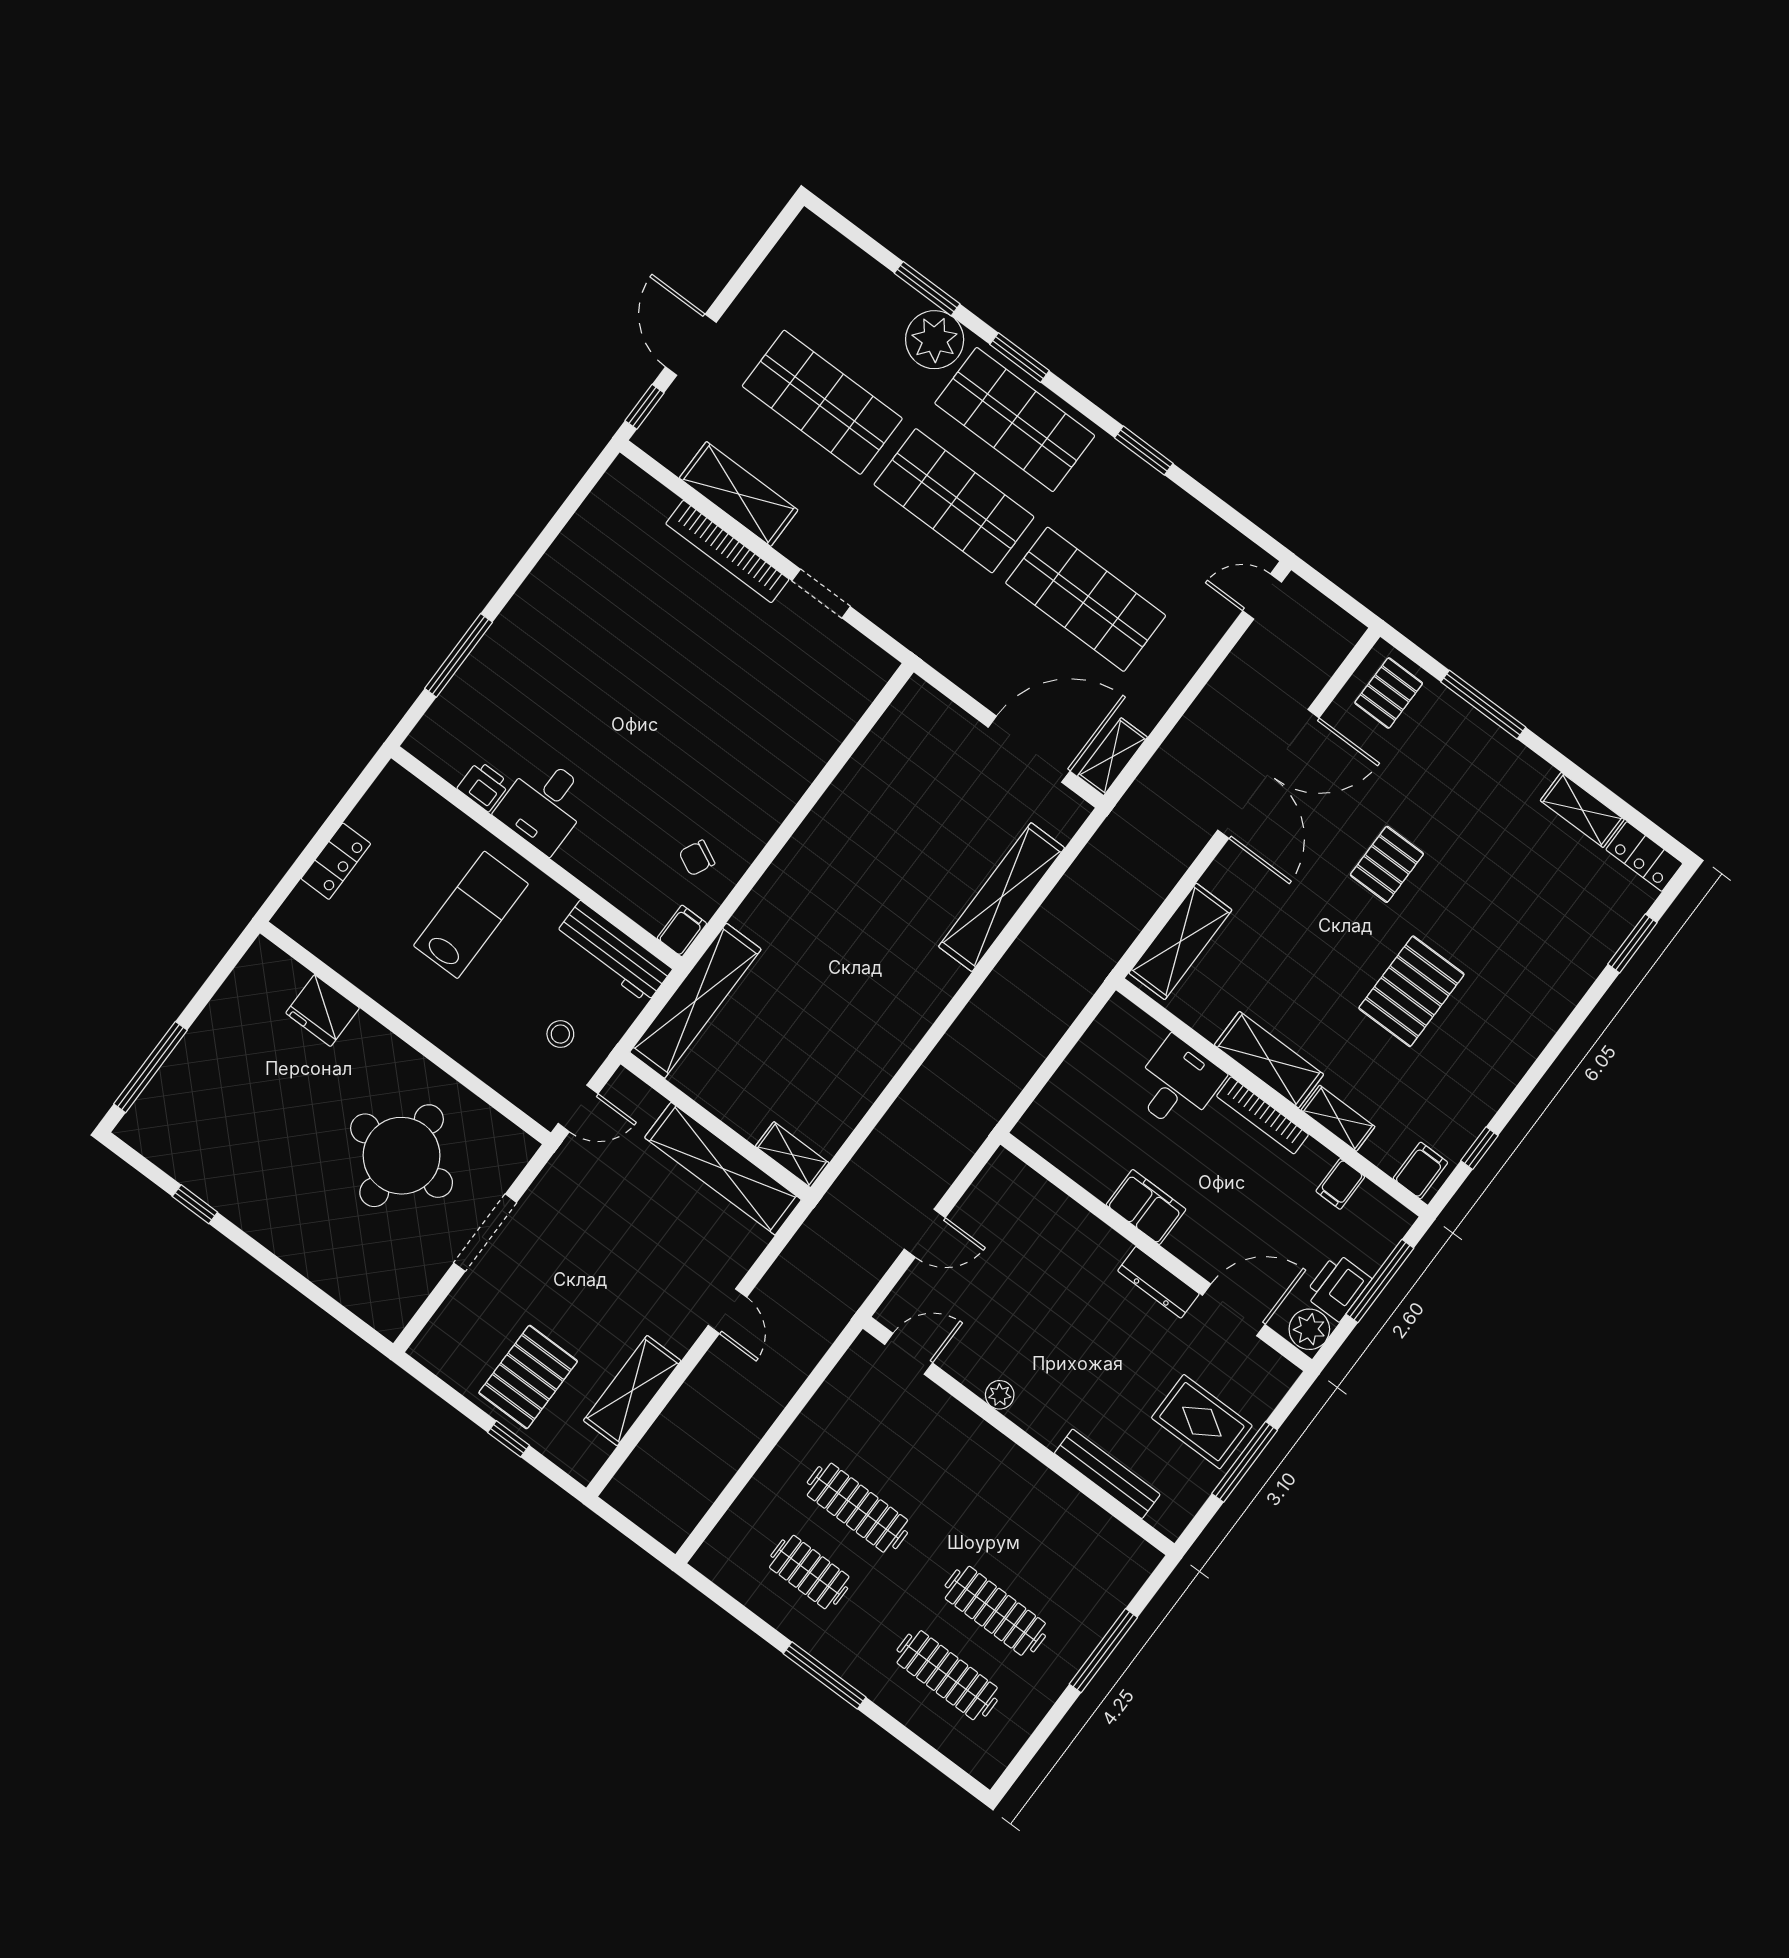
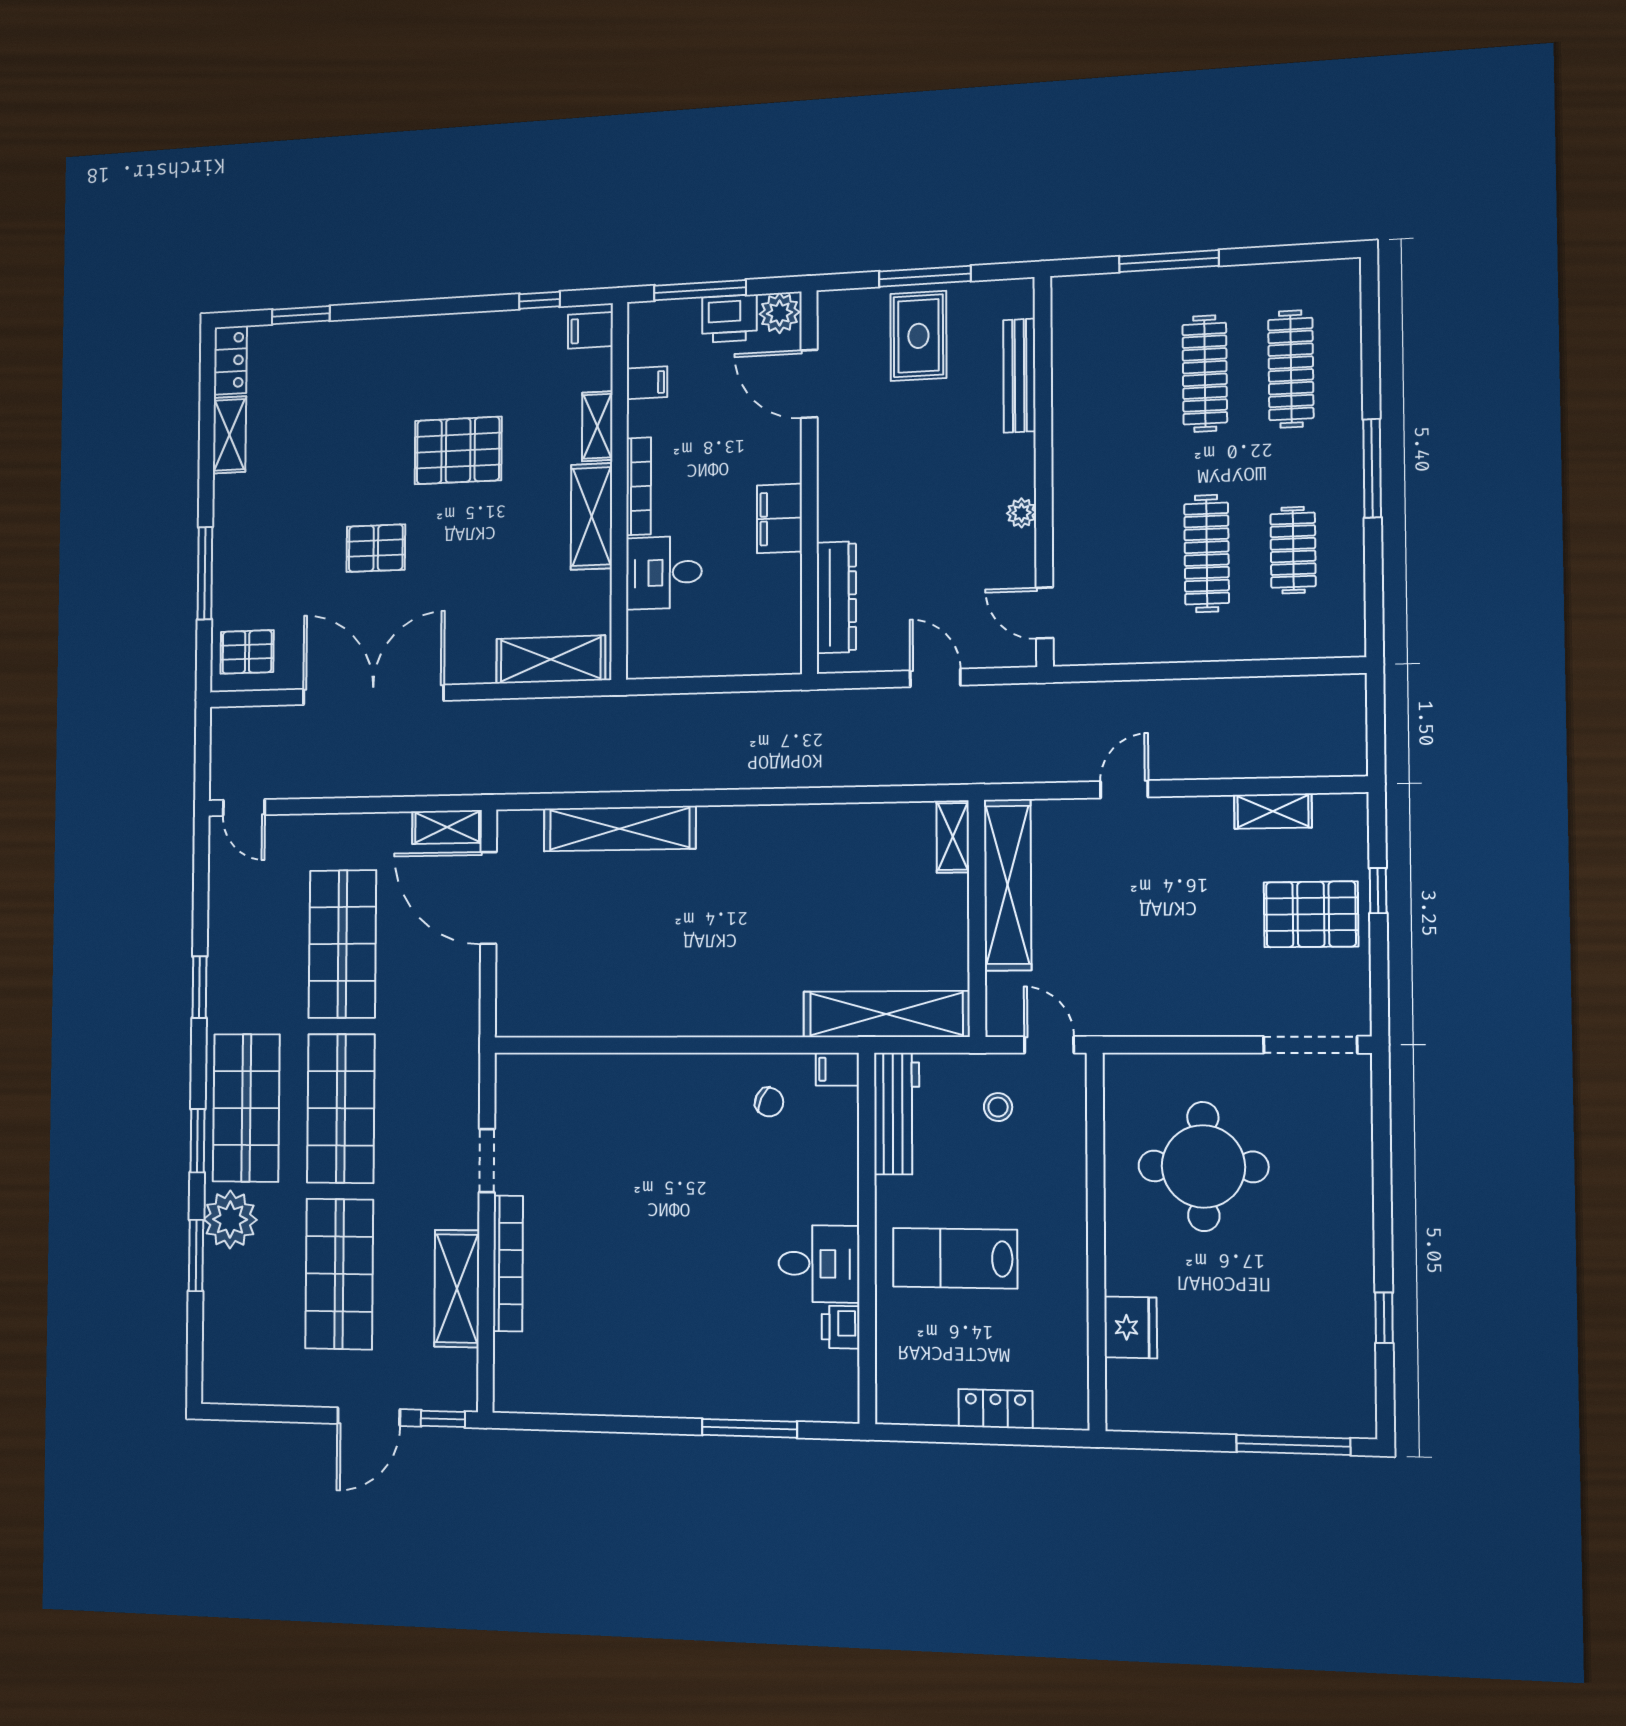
doorway: (485, 1233) -> (1310, 1045), moved
dresser: (1158, 1282) -> (836, 597), moved, width x1.37, depth x1.24
shelving: (632, 1391) -> (1273, 811), width x0.67, depth x0.75

